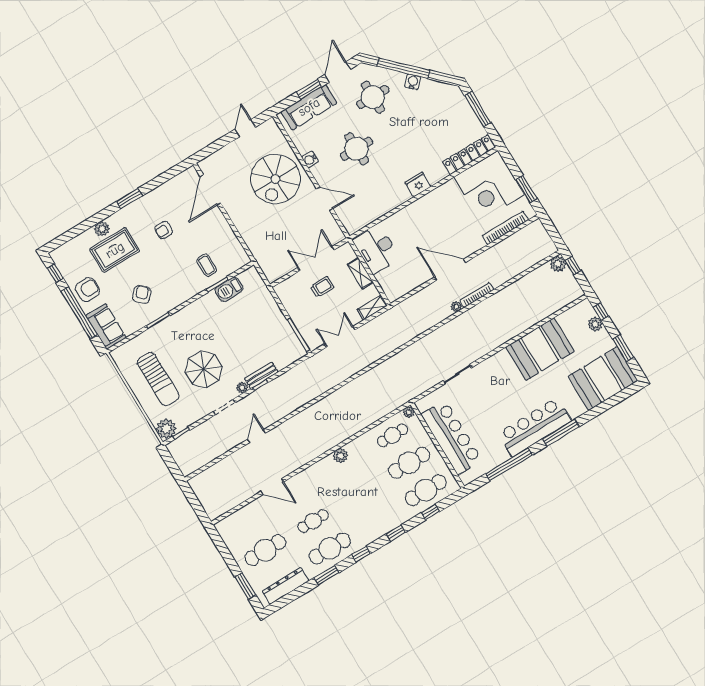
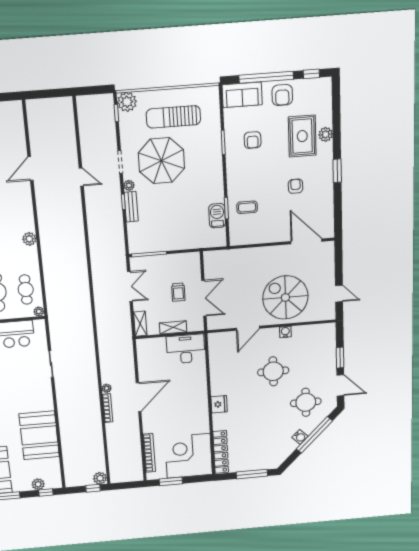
sofa: (309, 107) -> (326, 351), removed
armchair: (142, 294) -> (253, 140), turned 48
parasol: (204, 369) -> (161, 161), width x1.36, depth x1.36

